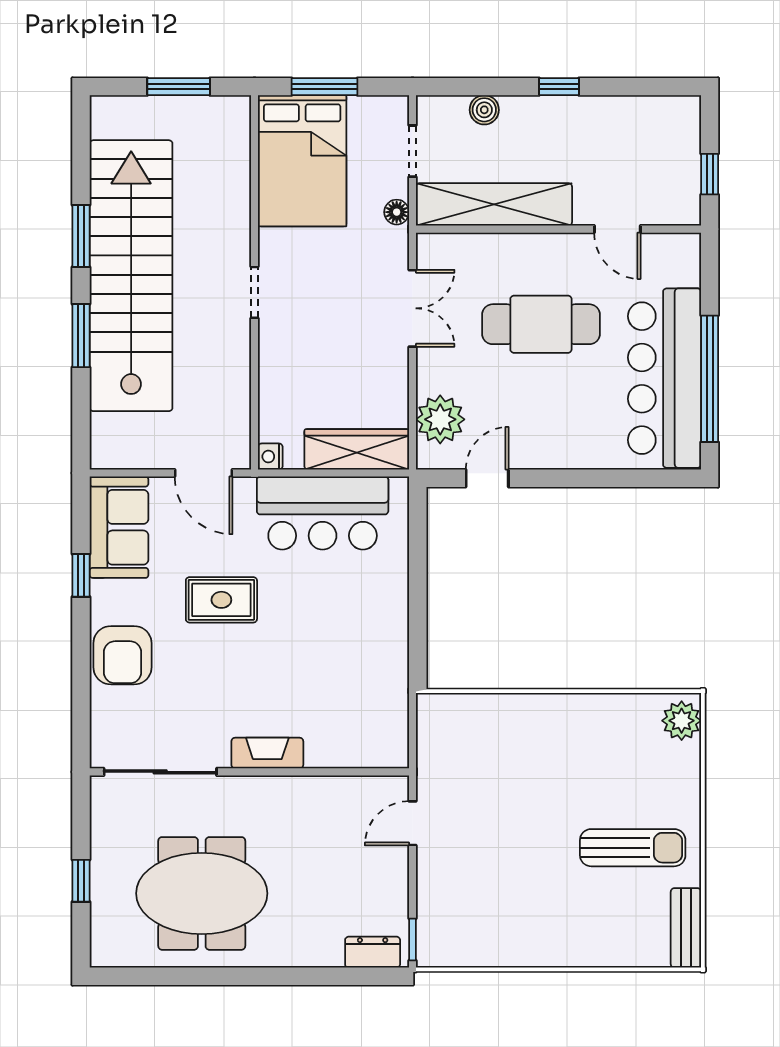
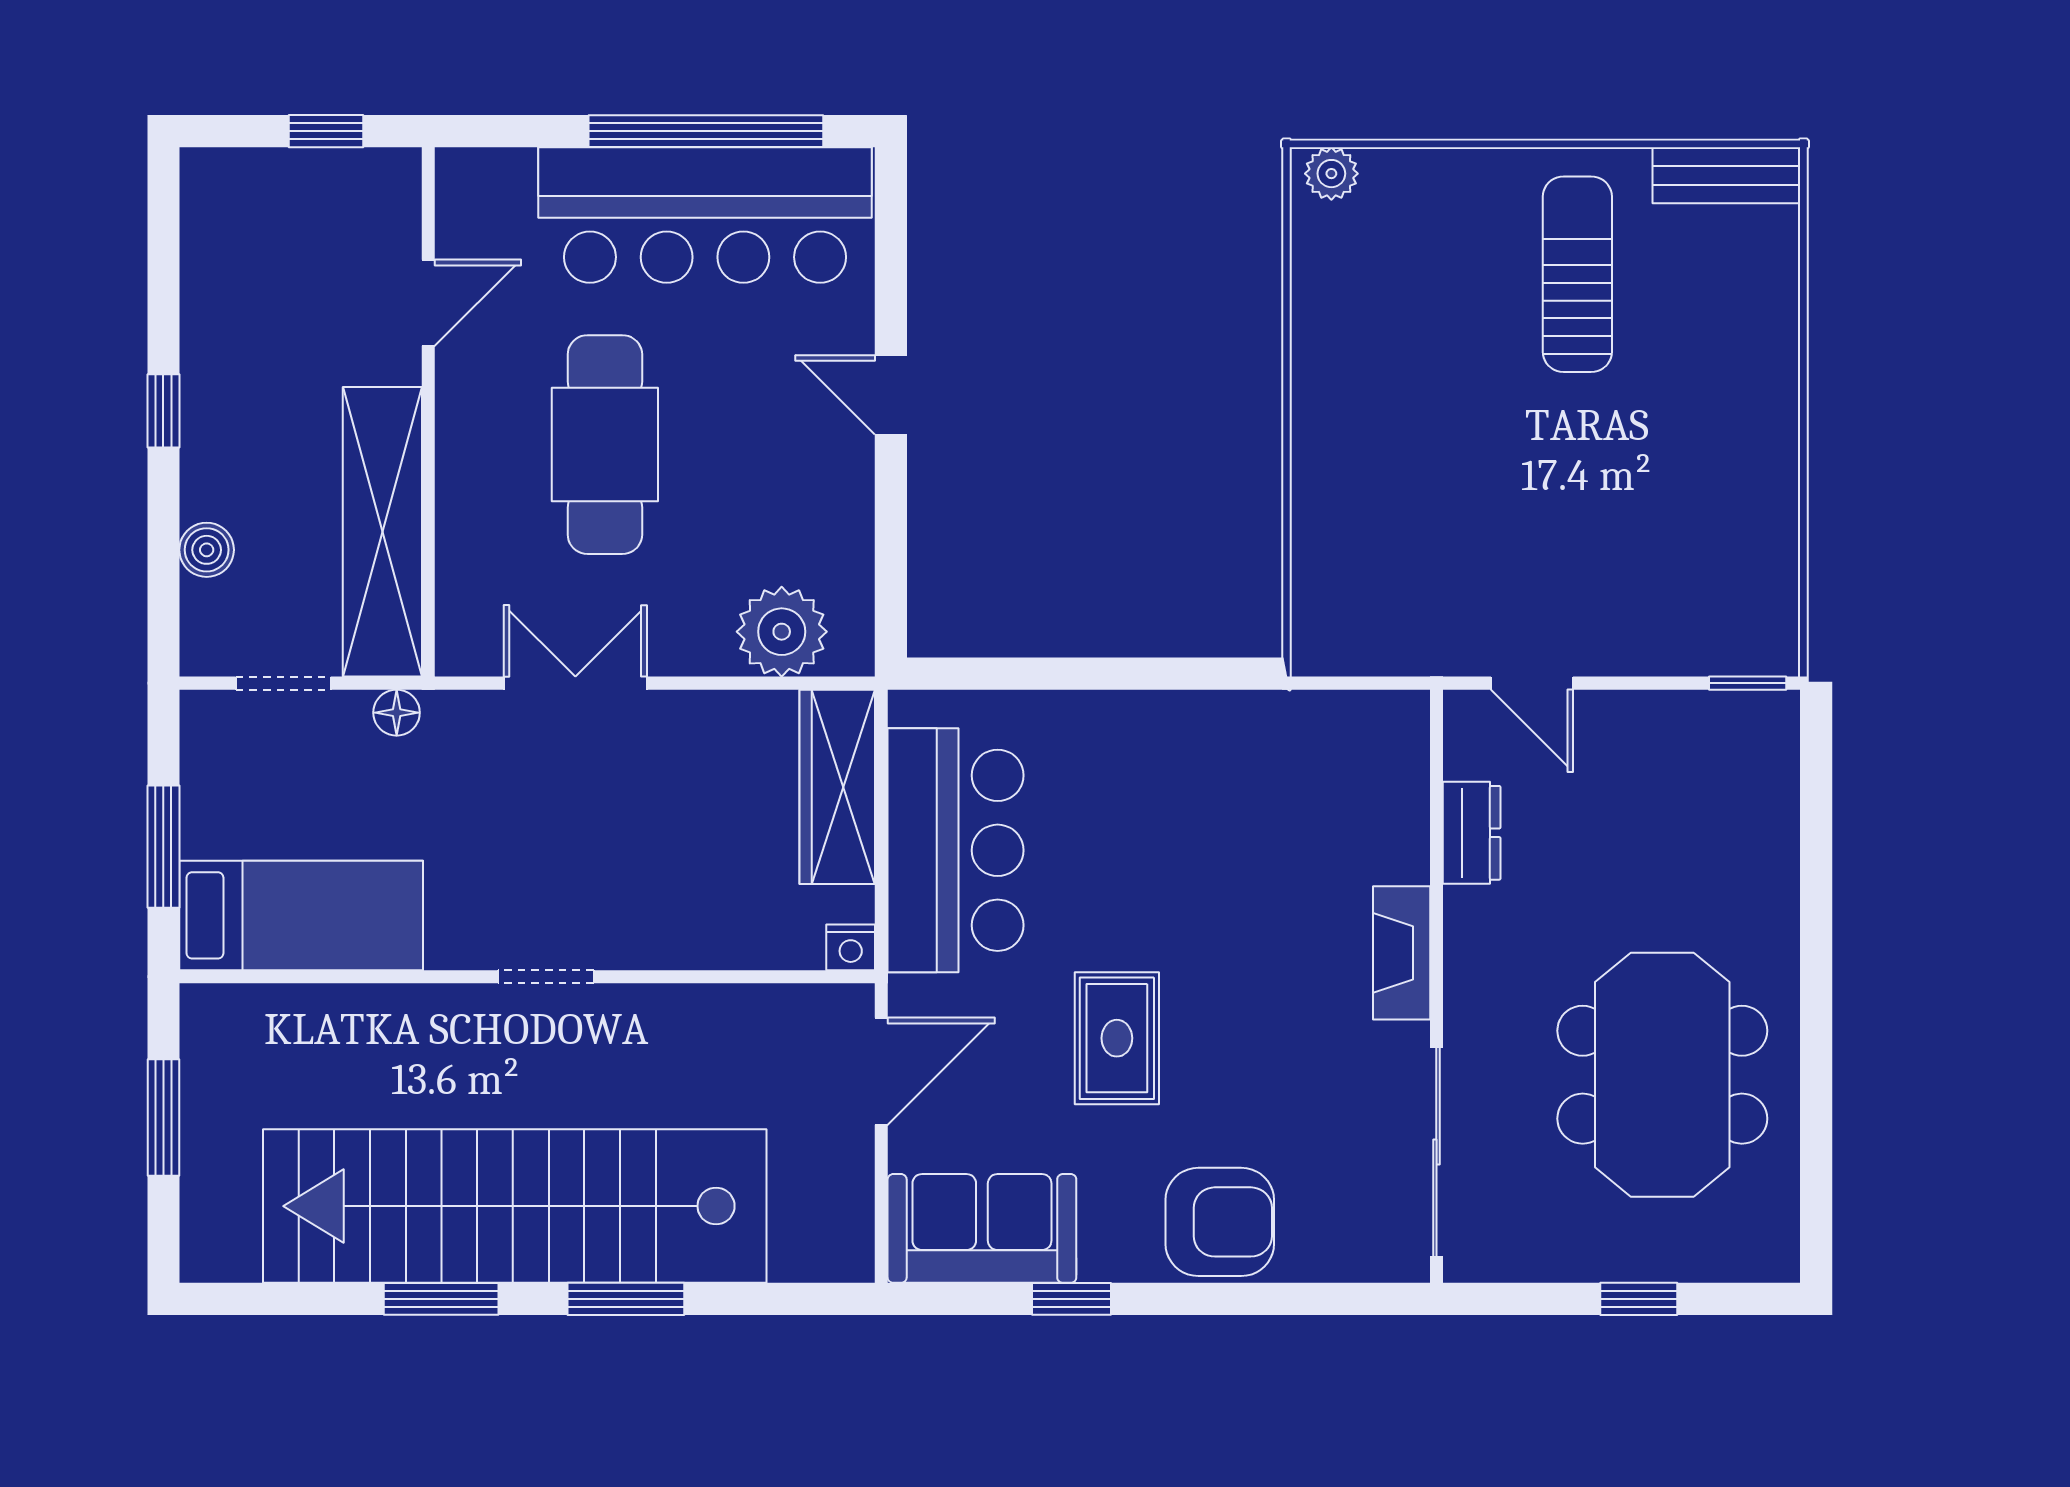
bed: (302, 161) -> (301, 915), width x0.67
door: (487, 478) -> (891, 395), moved
plant: (682, 721) -> (1331, 174), width x0.73, depth x0.73
dresser: (373, 952) -> (1472, 833), moved, turned 180

